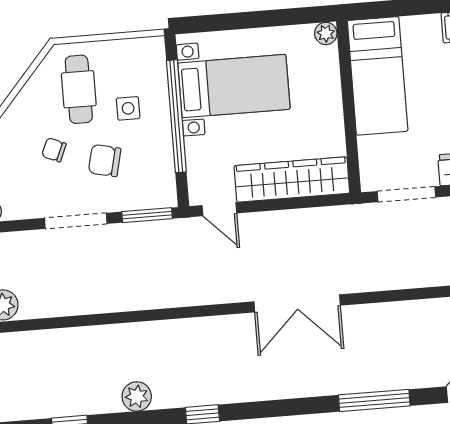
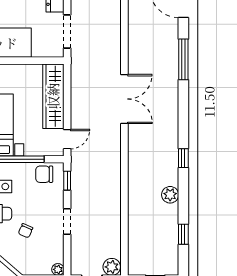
chair: (105, 161) -> (44, 174), moved, turned 77
window: (147, 215) -> (67, 181), width x0.67
doorway: (76, 221) -> (67, 221), width x0.73

